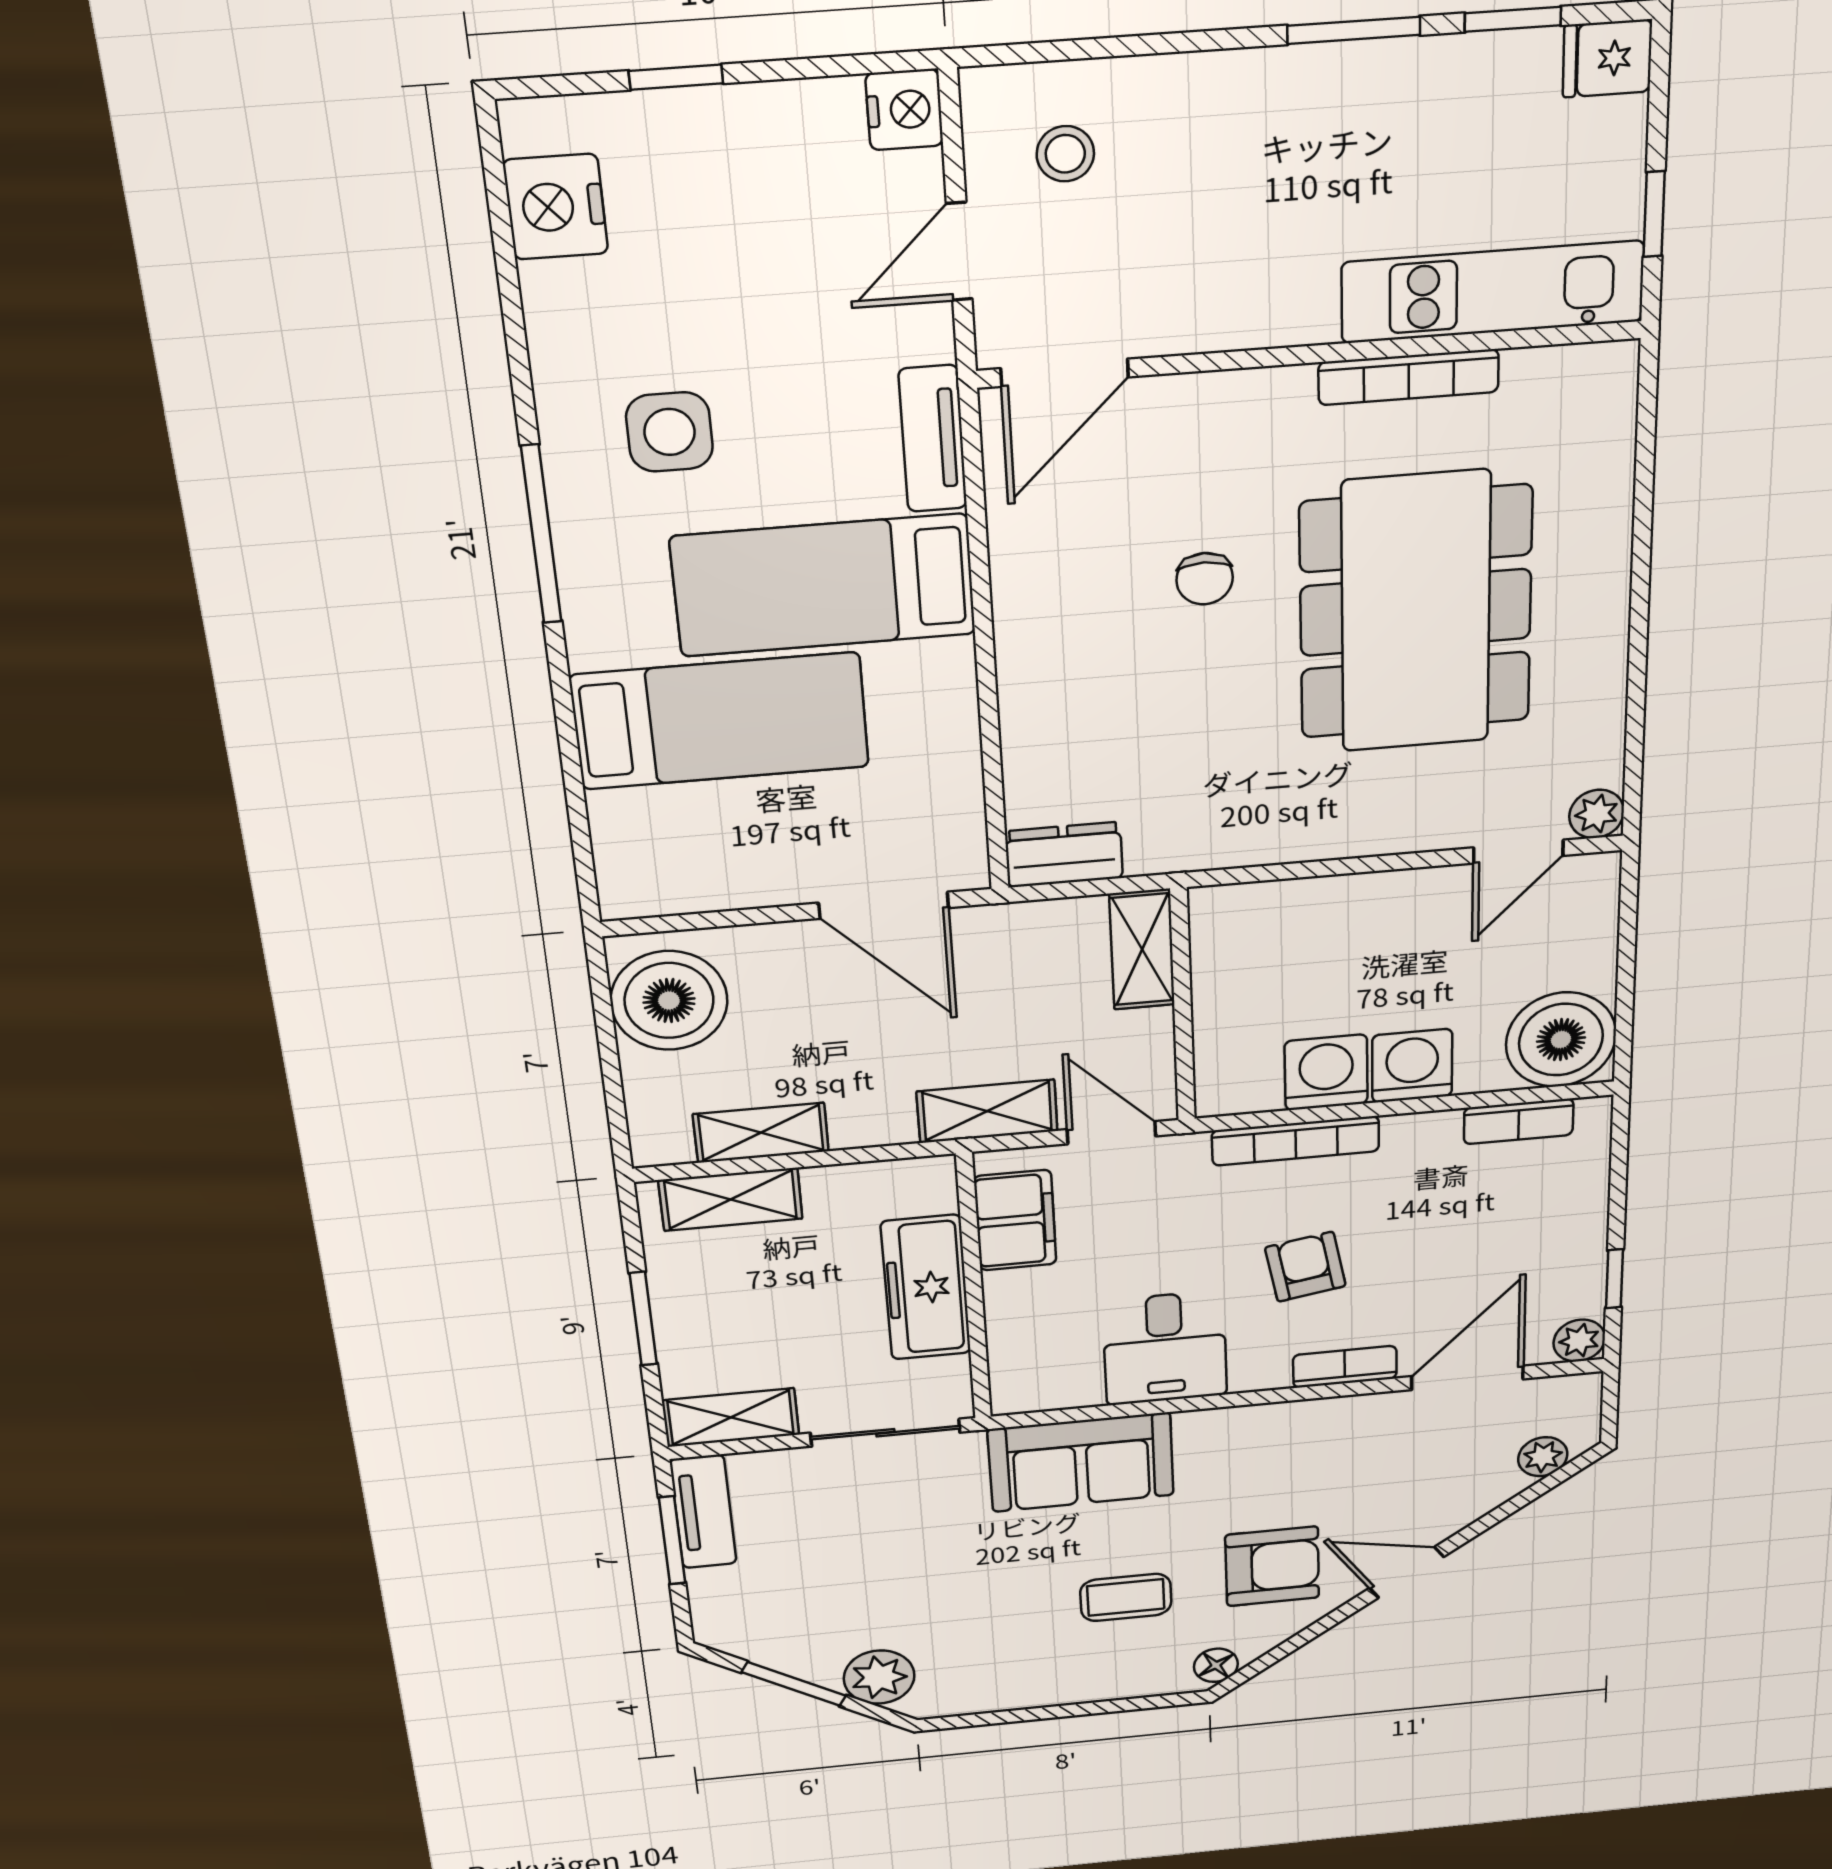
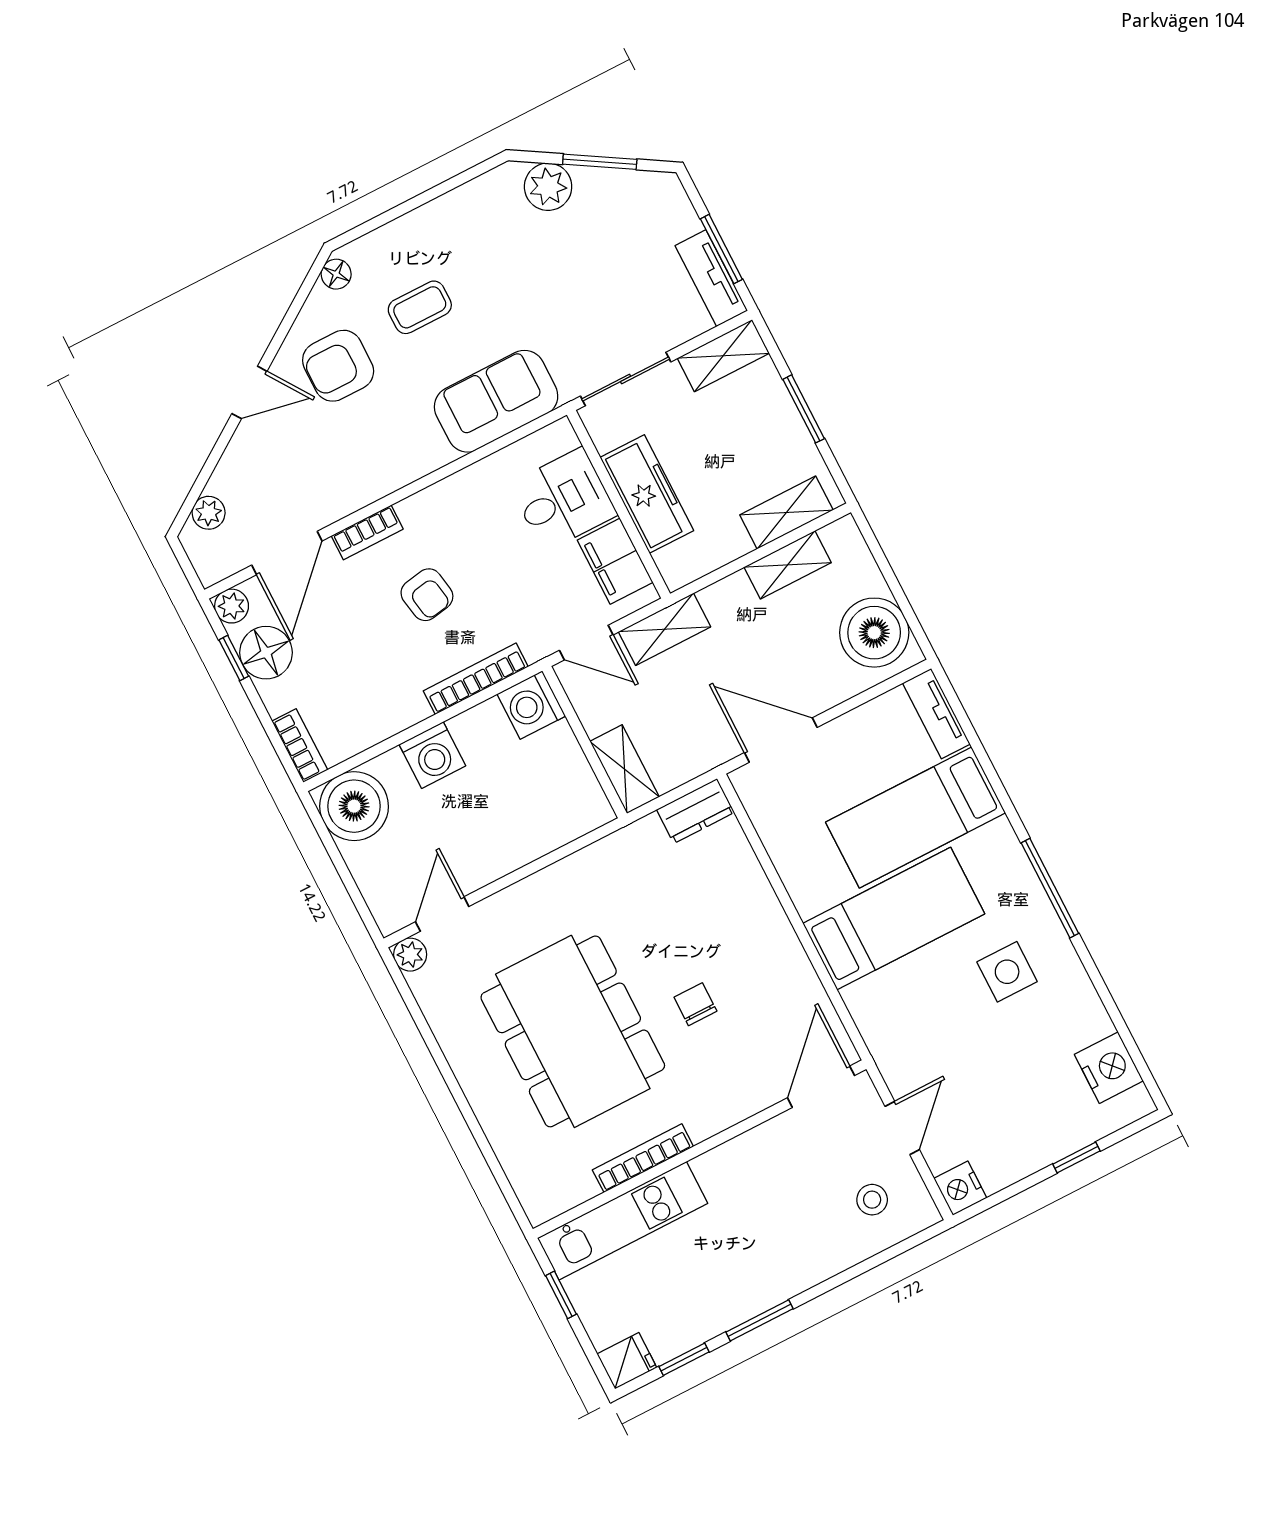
tv unit: (933, 439) -> (936, 714), moved, turned 180
washing machine: (1326, 1072) -> (531, 705), moved, turned 90
bookcase: (1519, 1121) -> (300, 746), moved, turned 90
floor lamp: (1567, 1271) -> (266, 653), added
desk: (1165, 1348) -> (563, 500), moved, turned 90

